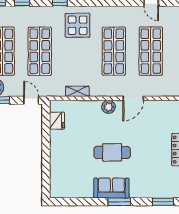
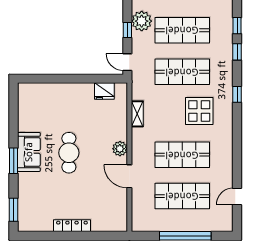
display table: (78, 25) -> (199, 111), moved
door: (31, 100) -> (127, 62), swing flipped

